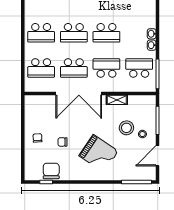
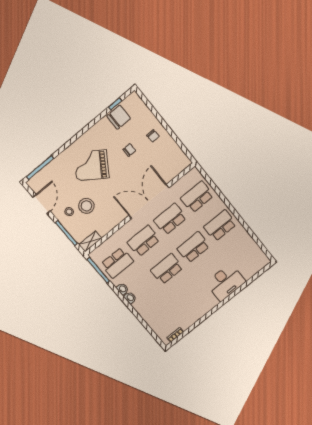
school desk: (106, 68) -> (144, 241), turned 180
shelving: (117, 100) -> (90, 241), moved
chair: (51, 171) -> (119, 117), turned -90

